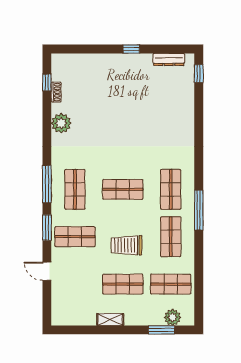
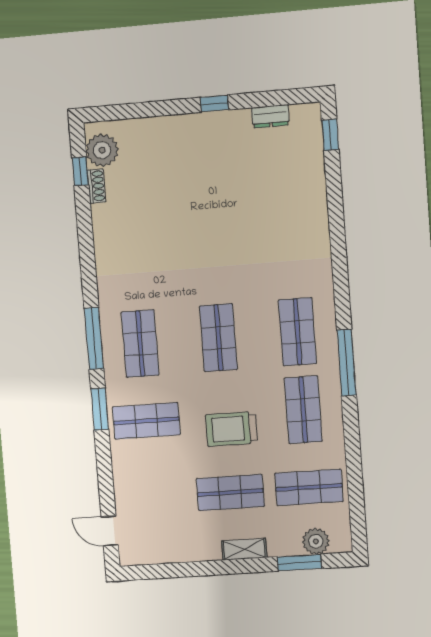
dresser: (169, 59) -> (270, 116), width x0.70
plant: (61, 123) -> (102, 150), moved
shop shelf: (123, 189) -> (218, 338), turned 90
door: (47, 271) -> (110, 531), moved
shelving: (110, 320) -> (244, 549), moved

